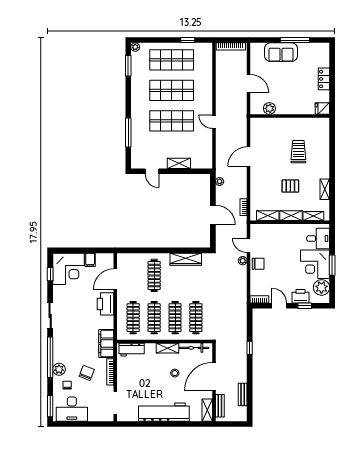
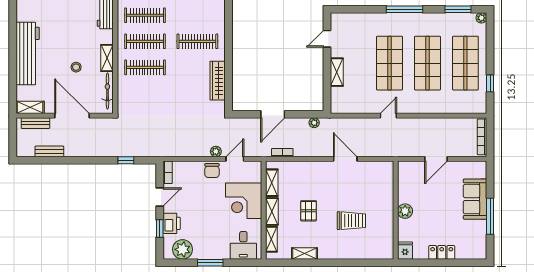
plant: (269, 108) -> (405, 211), moved
window: (128, 133) -> (405, 9), moved
corner desk: (315, 264) -> (244, 201), moved, turned -90
clothes rail: (196, 318) -> (145, 93), removed
window: (250, 348) -> (126, 160), moved

